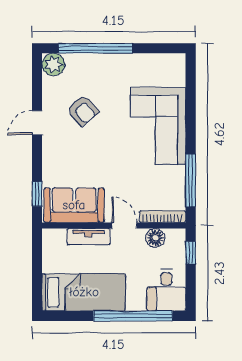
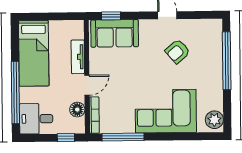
plant: (53, 64) -> (214, 120), moved
sofa: (74, 205) -> (115, 33), moved, turned 90

